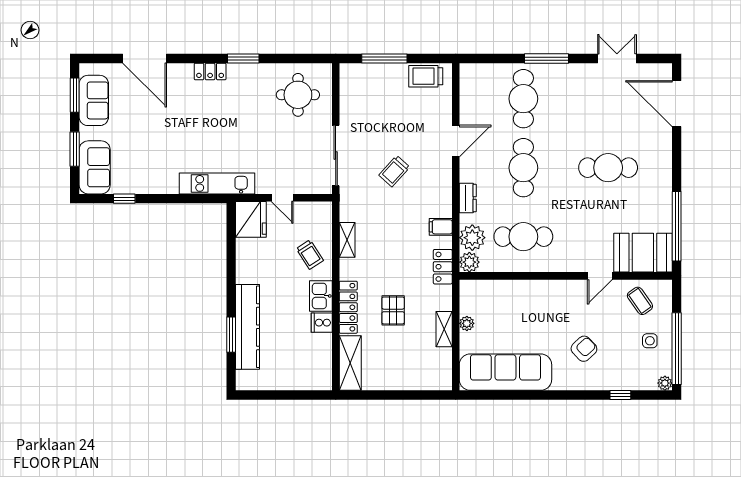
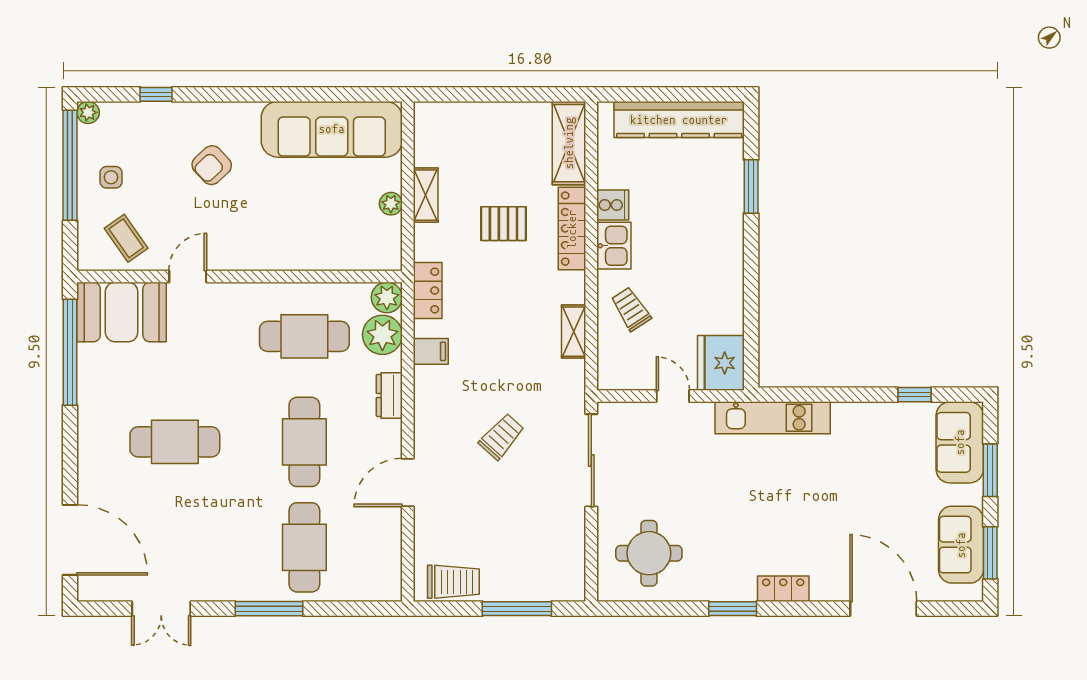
pallet: (393, 310) -> (503, 224), turned 90
kitchen counter: (248, 327) -> (679, 120), moved, turned -90

